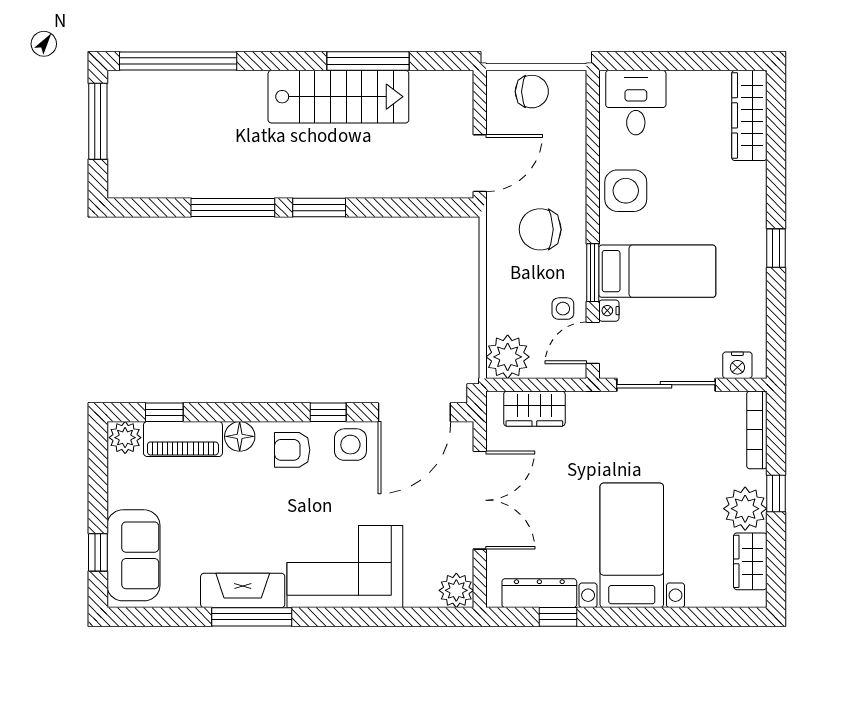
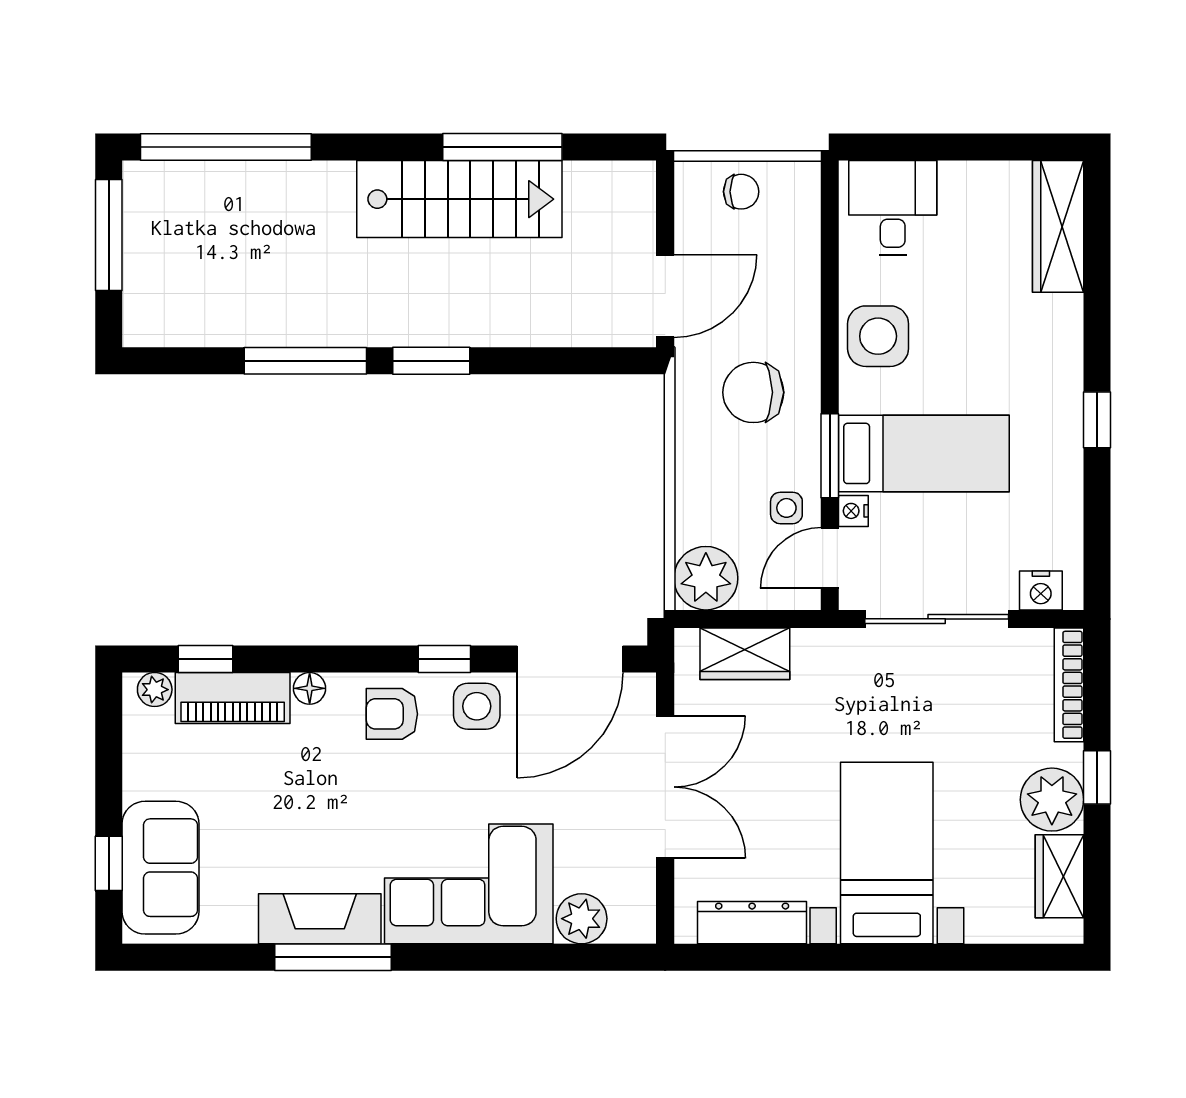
chair: (532, 92) -> (741, 192), width x0.73, depth x0.73
floor lamp: (240, 436) -> (310, 688), width x0.73, depth x0.73
plant: (125, 438) -> (155, 690), width x0.73, depth x0.73
plant: (456, 590) -> (582, 919), moved
window: (558, 617) -> (779, 957), removed

